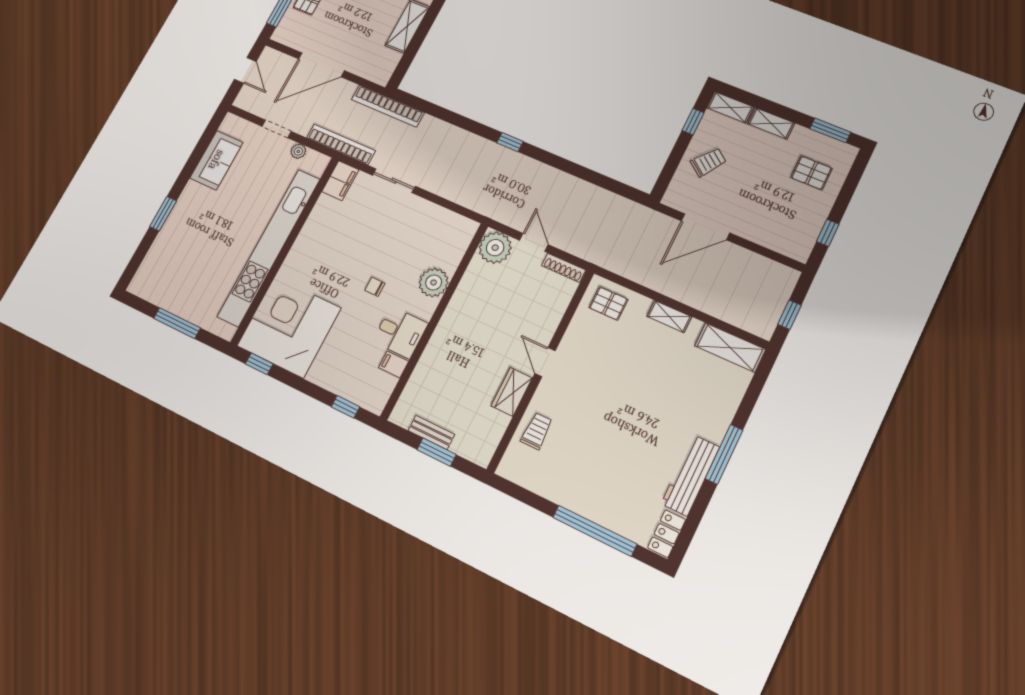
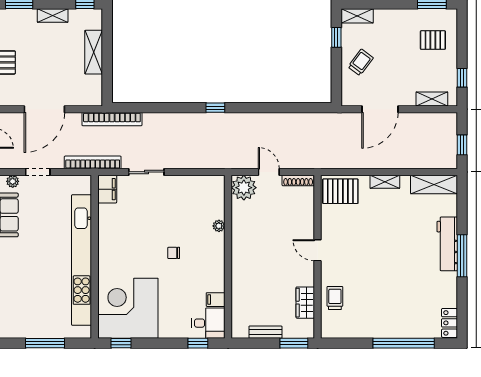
shelving: (771, 123) -> (432, 99), moved
plant: (298, 151) -> (13, 181), moved
plant: (434, 282) -> (219, 226), width x0.53, depth x0.53
pallet: (608, 303) -> (340, 191), width x1.50, depth x1.42
desk: (400, 332) -> (208, 323), moved
wardrobe: (512, 392) -> (305, 303), moved
window: (437, 452) -> (294, 343), moved
workbench: (690, 475) -> (447, 244), moved

